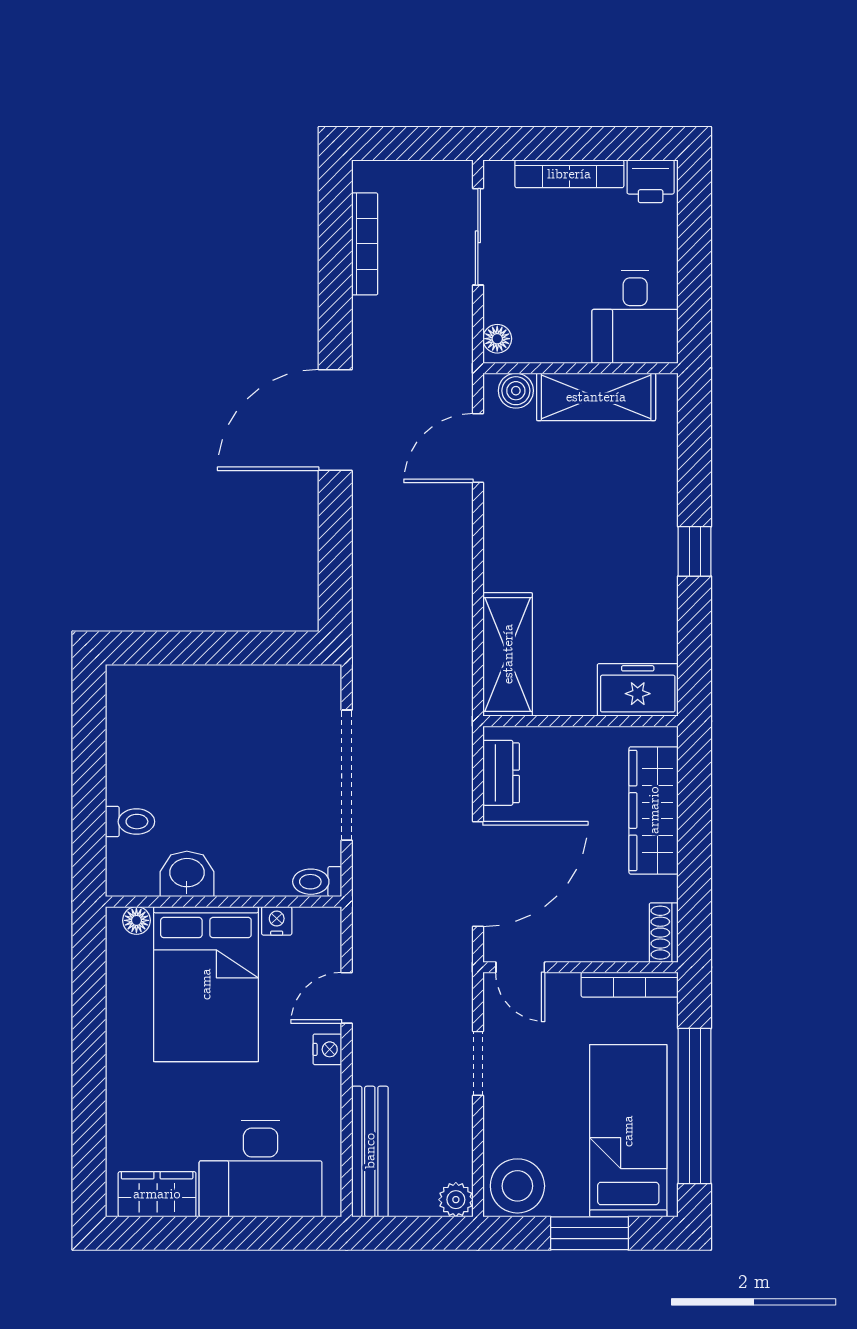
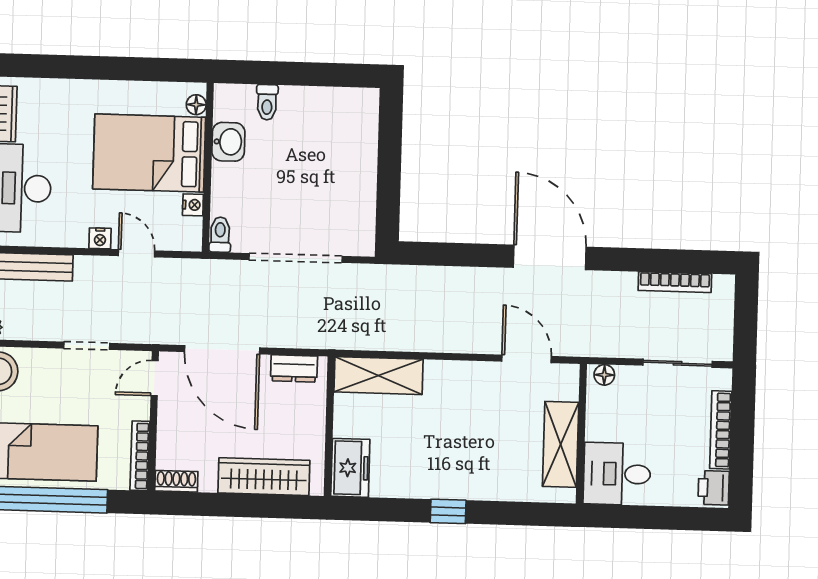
boiler: (516, 391) -> (567, 387), removed

